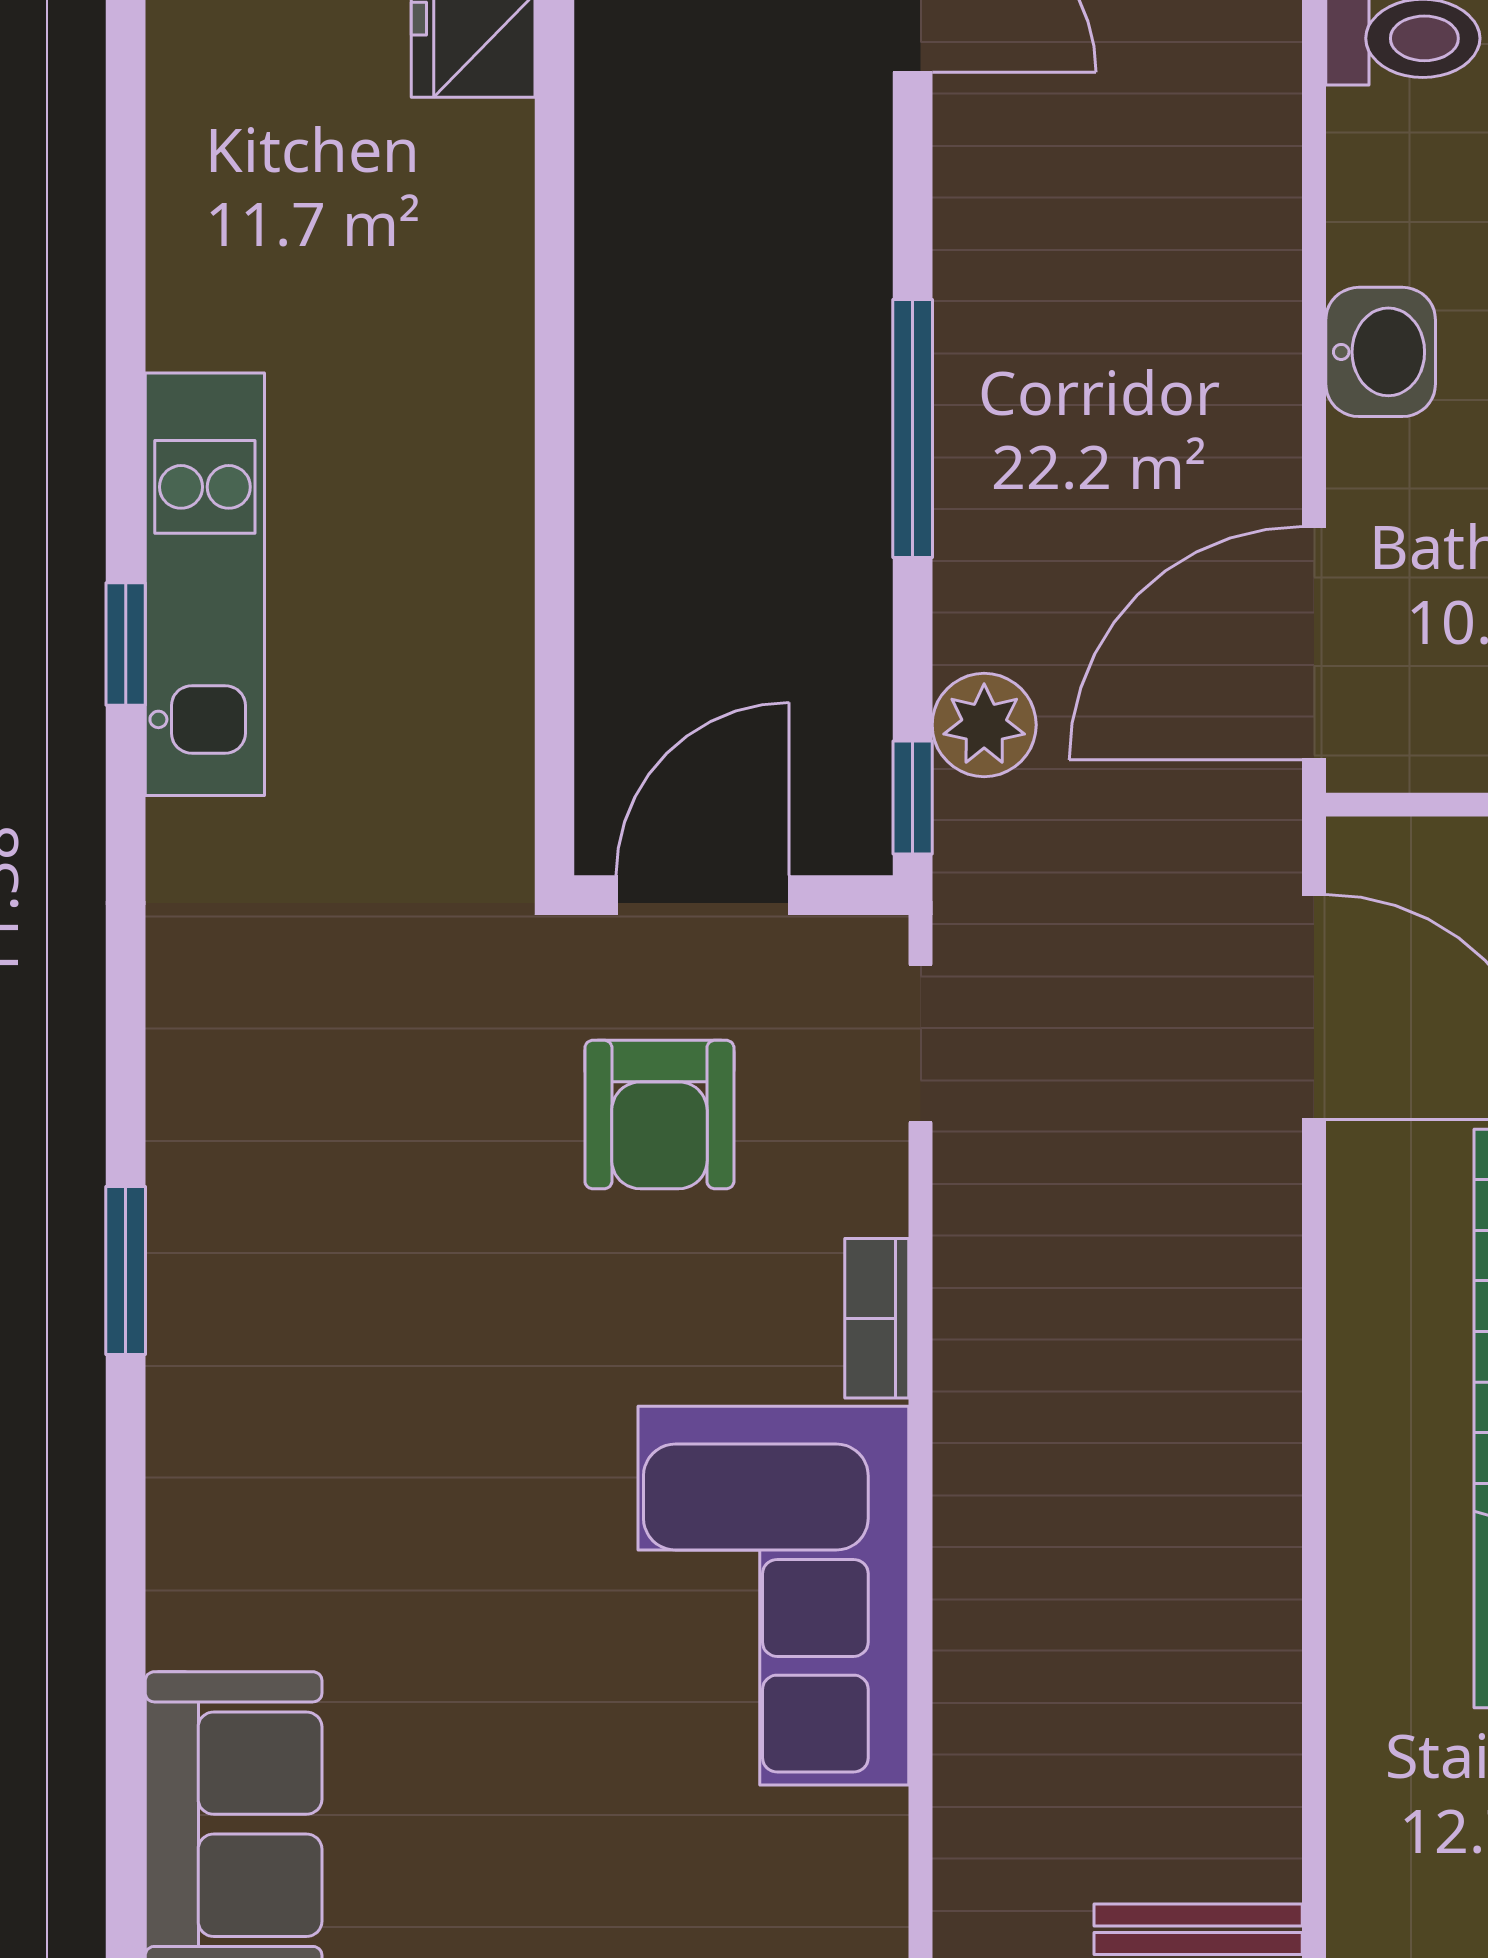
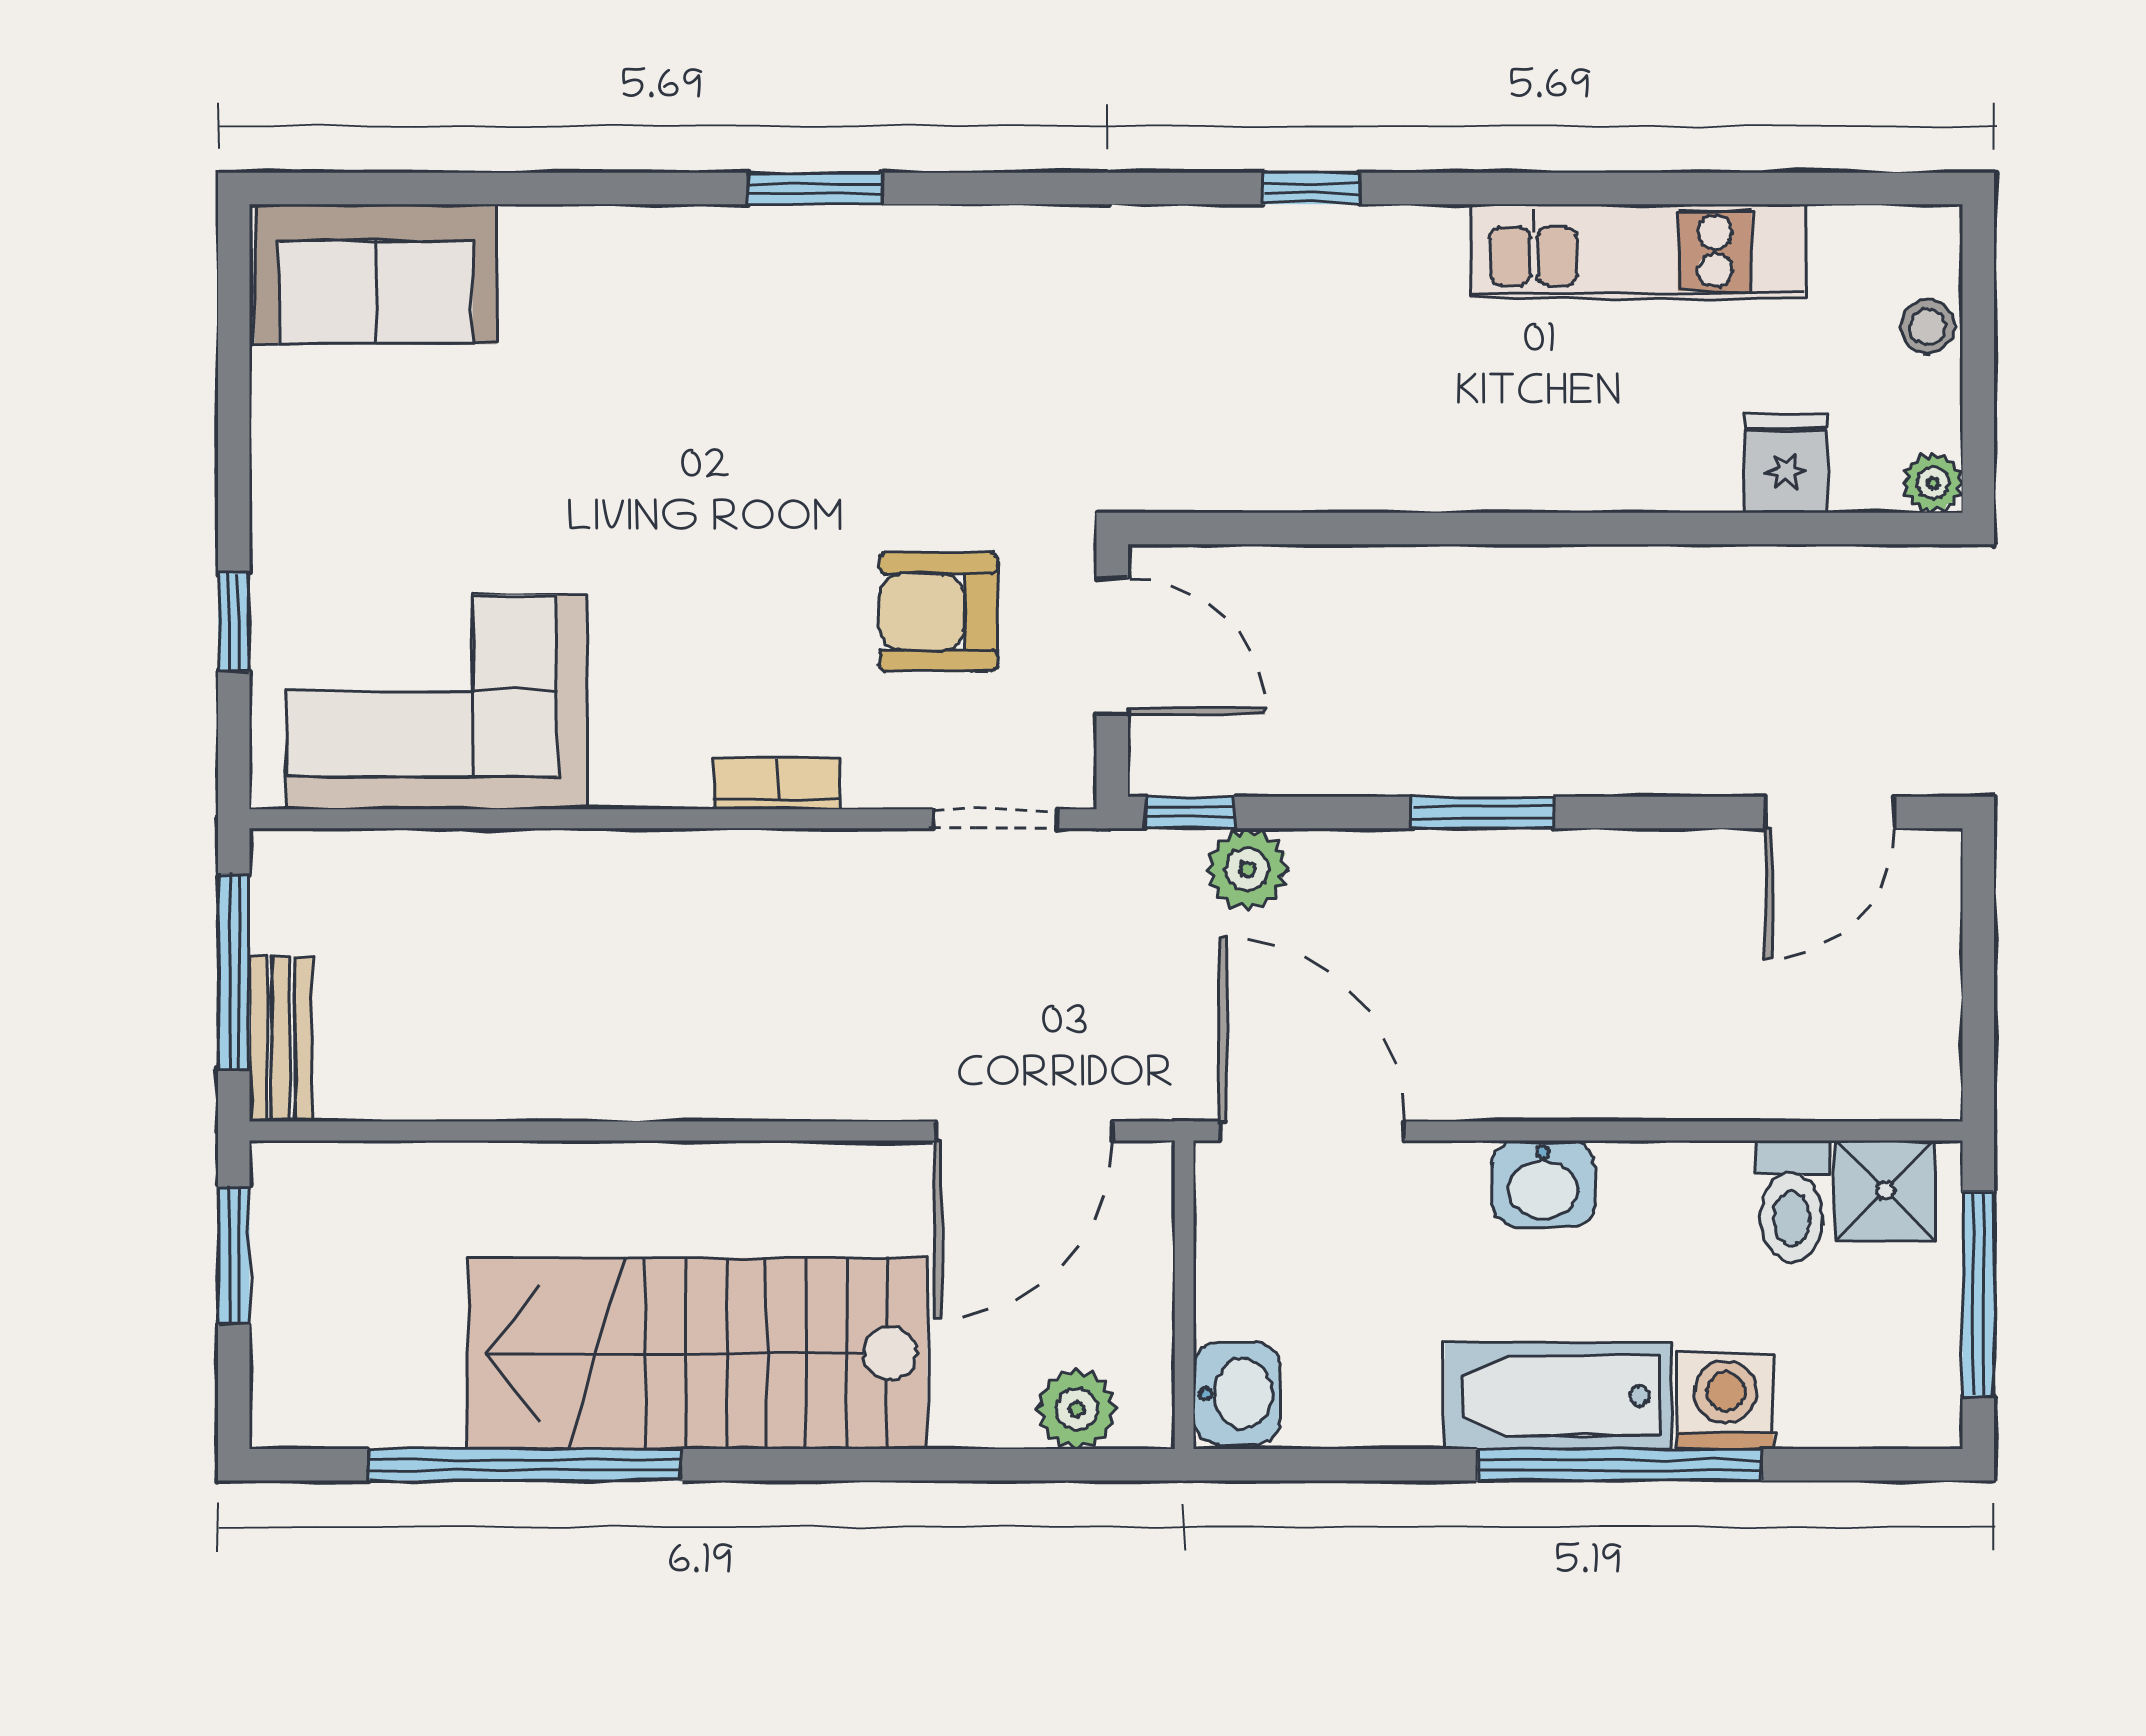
window: (913, 428) -> (1482, 813), width x0.69
kitchen unit: (205, 584) -> (1638, 251), moved
corner sofa: (773, 1596) -> (437, 702), moved

